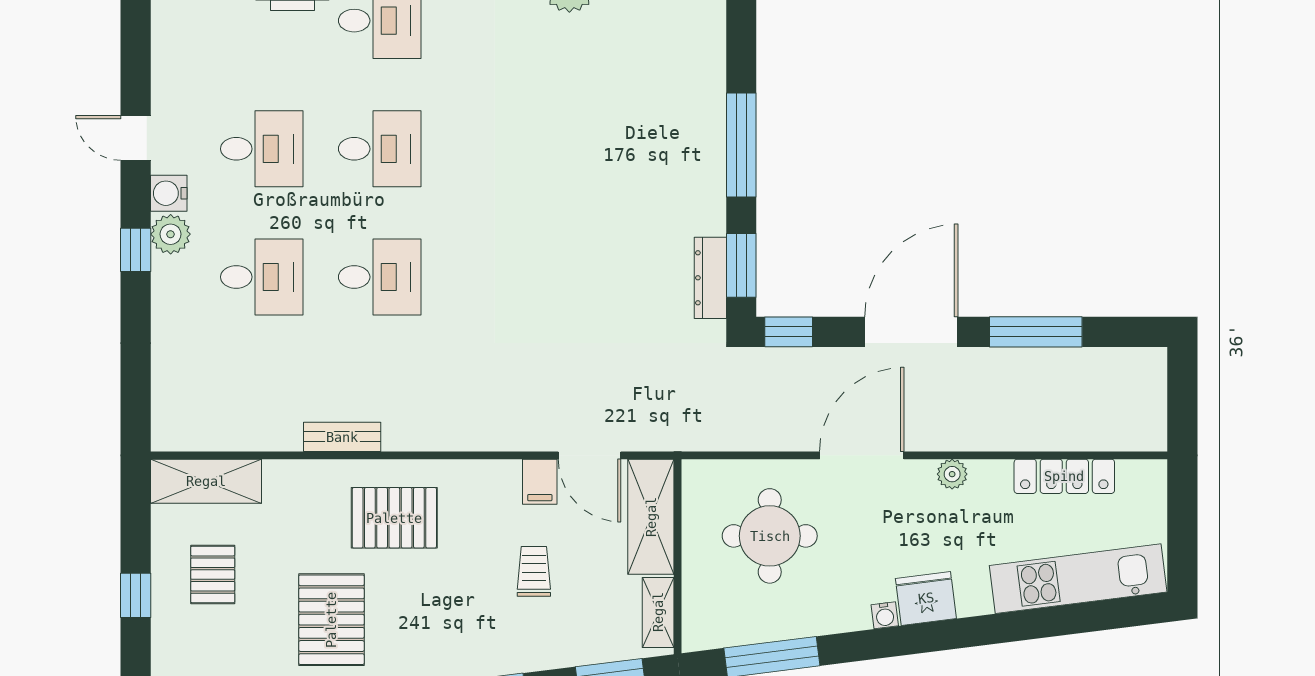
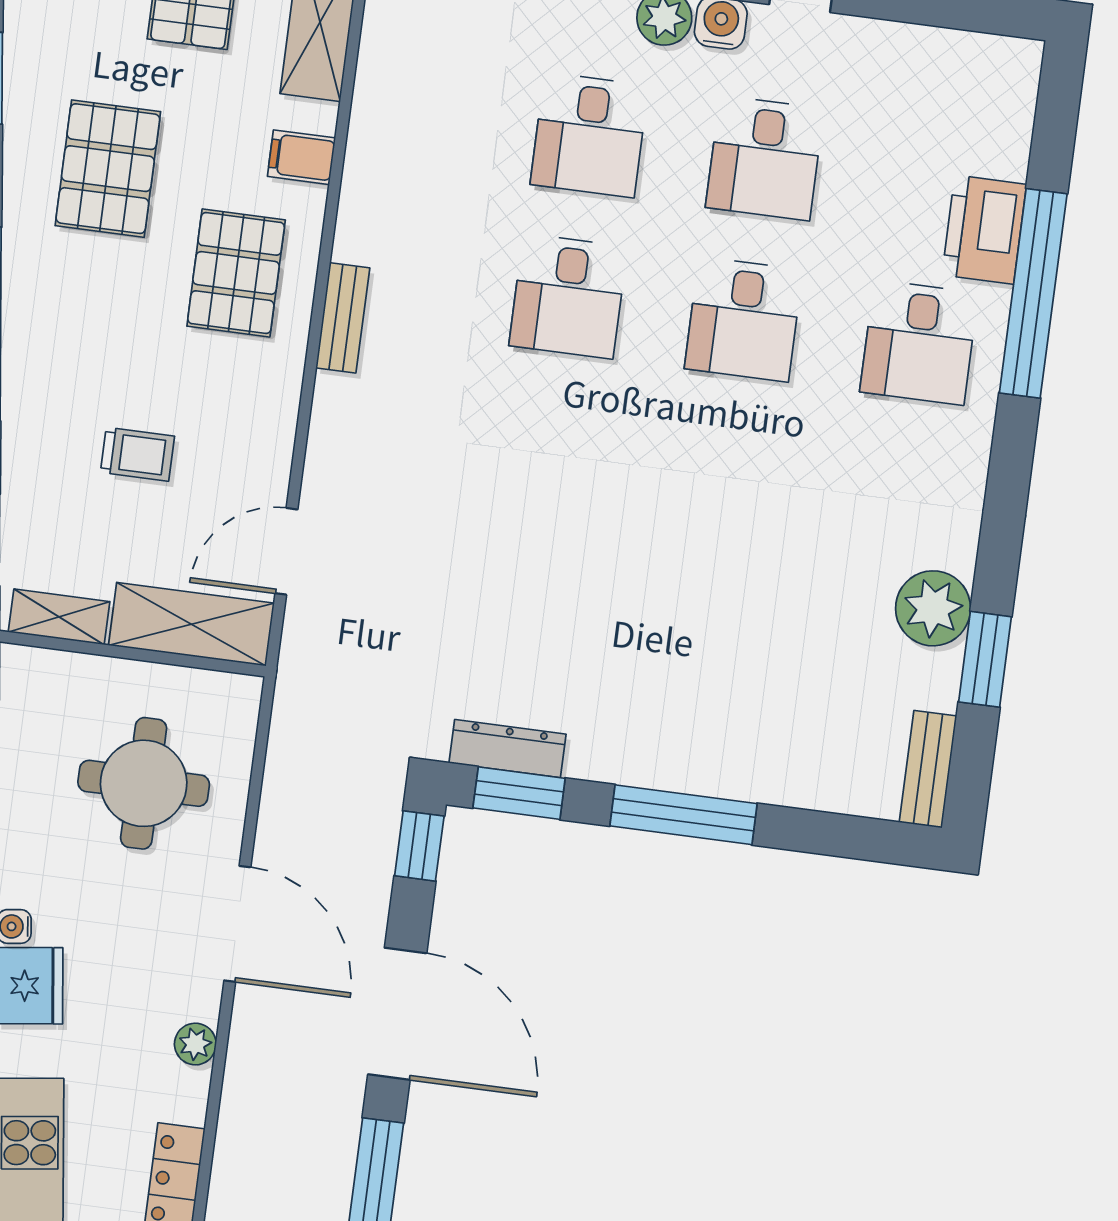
bench: (342, 437) -> (343, 318), moved
filing cabinet: (540, 482) -> (301, 157), moved
pallet: (331, 620) -> (108, 169), turned 90

